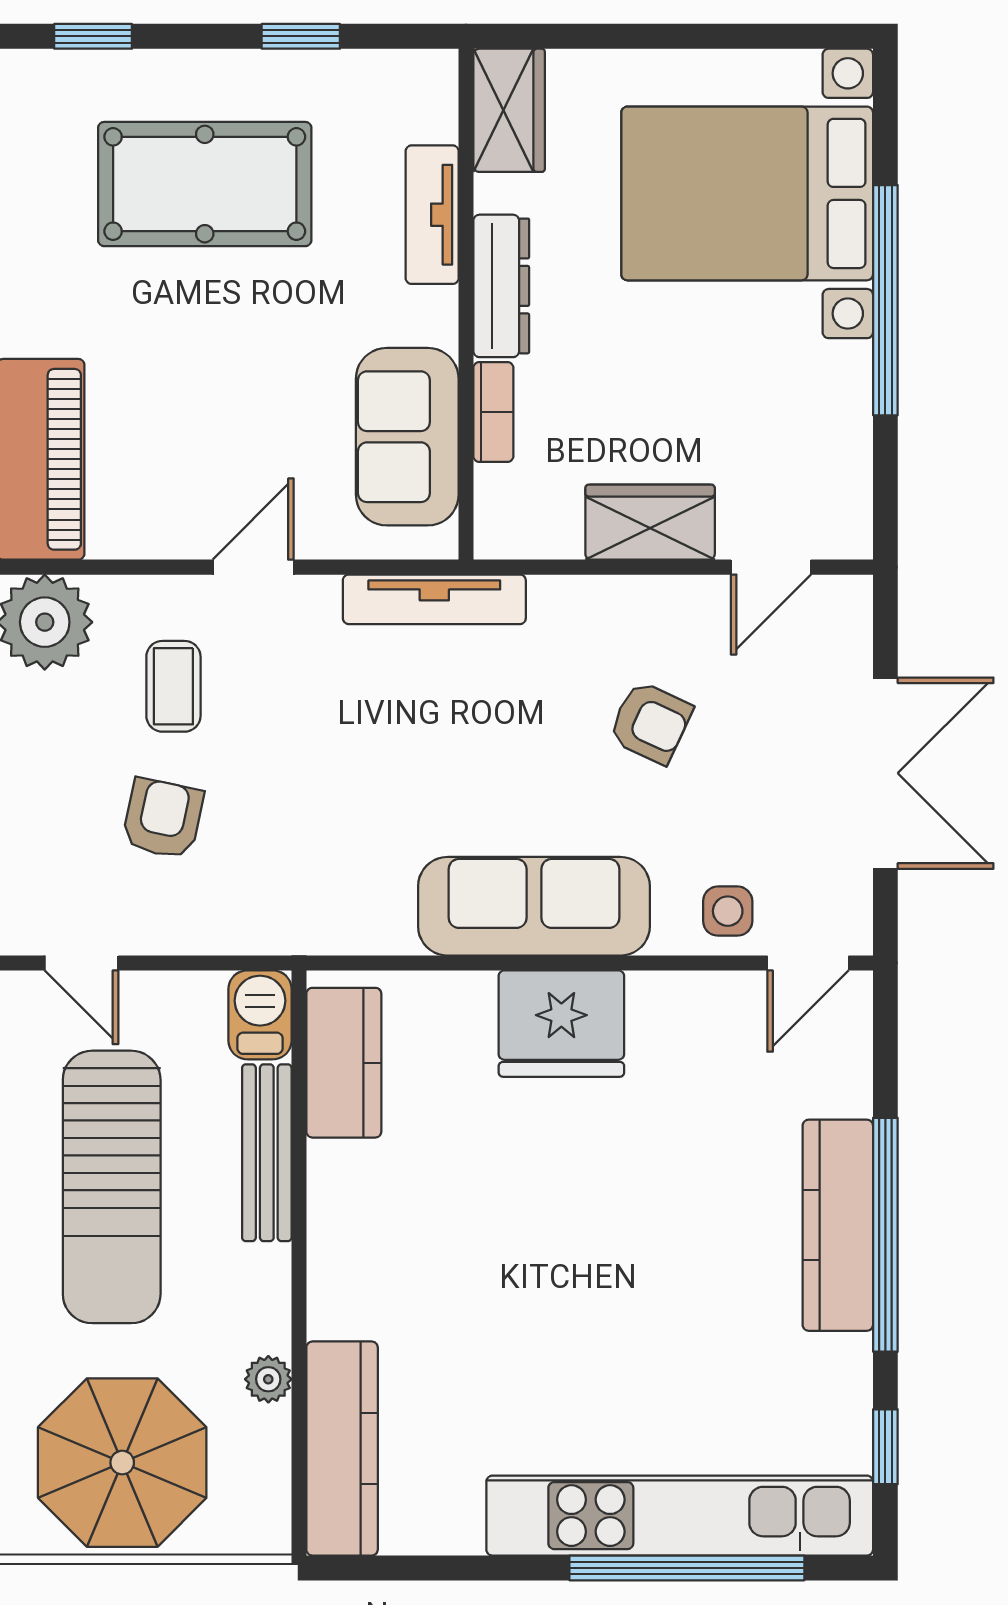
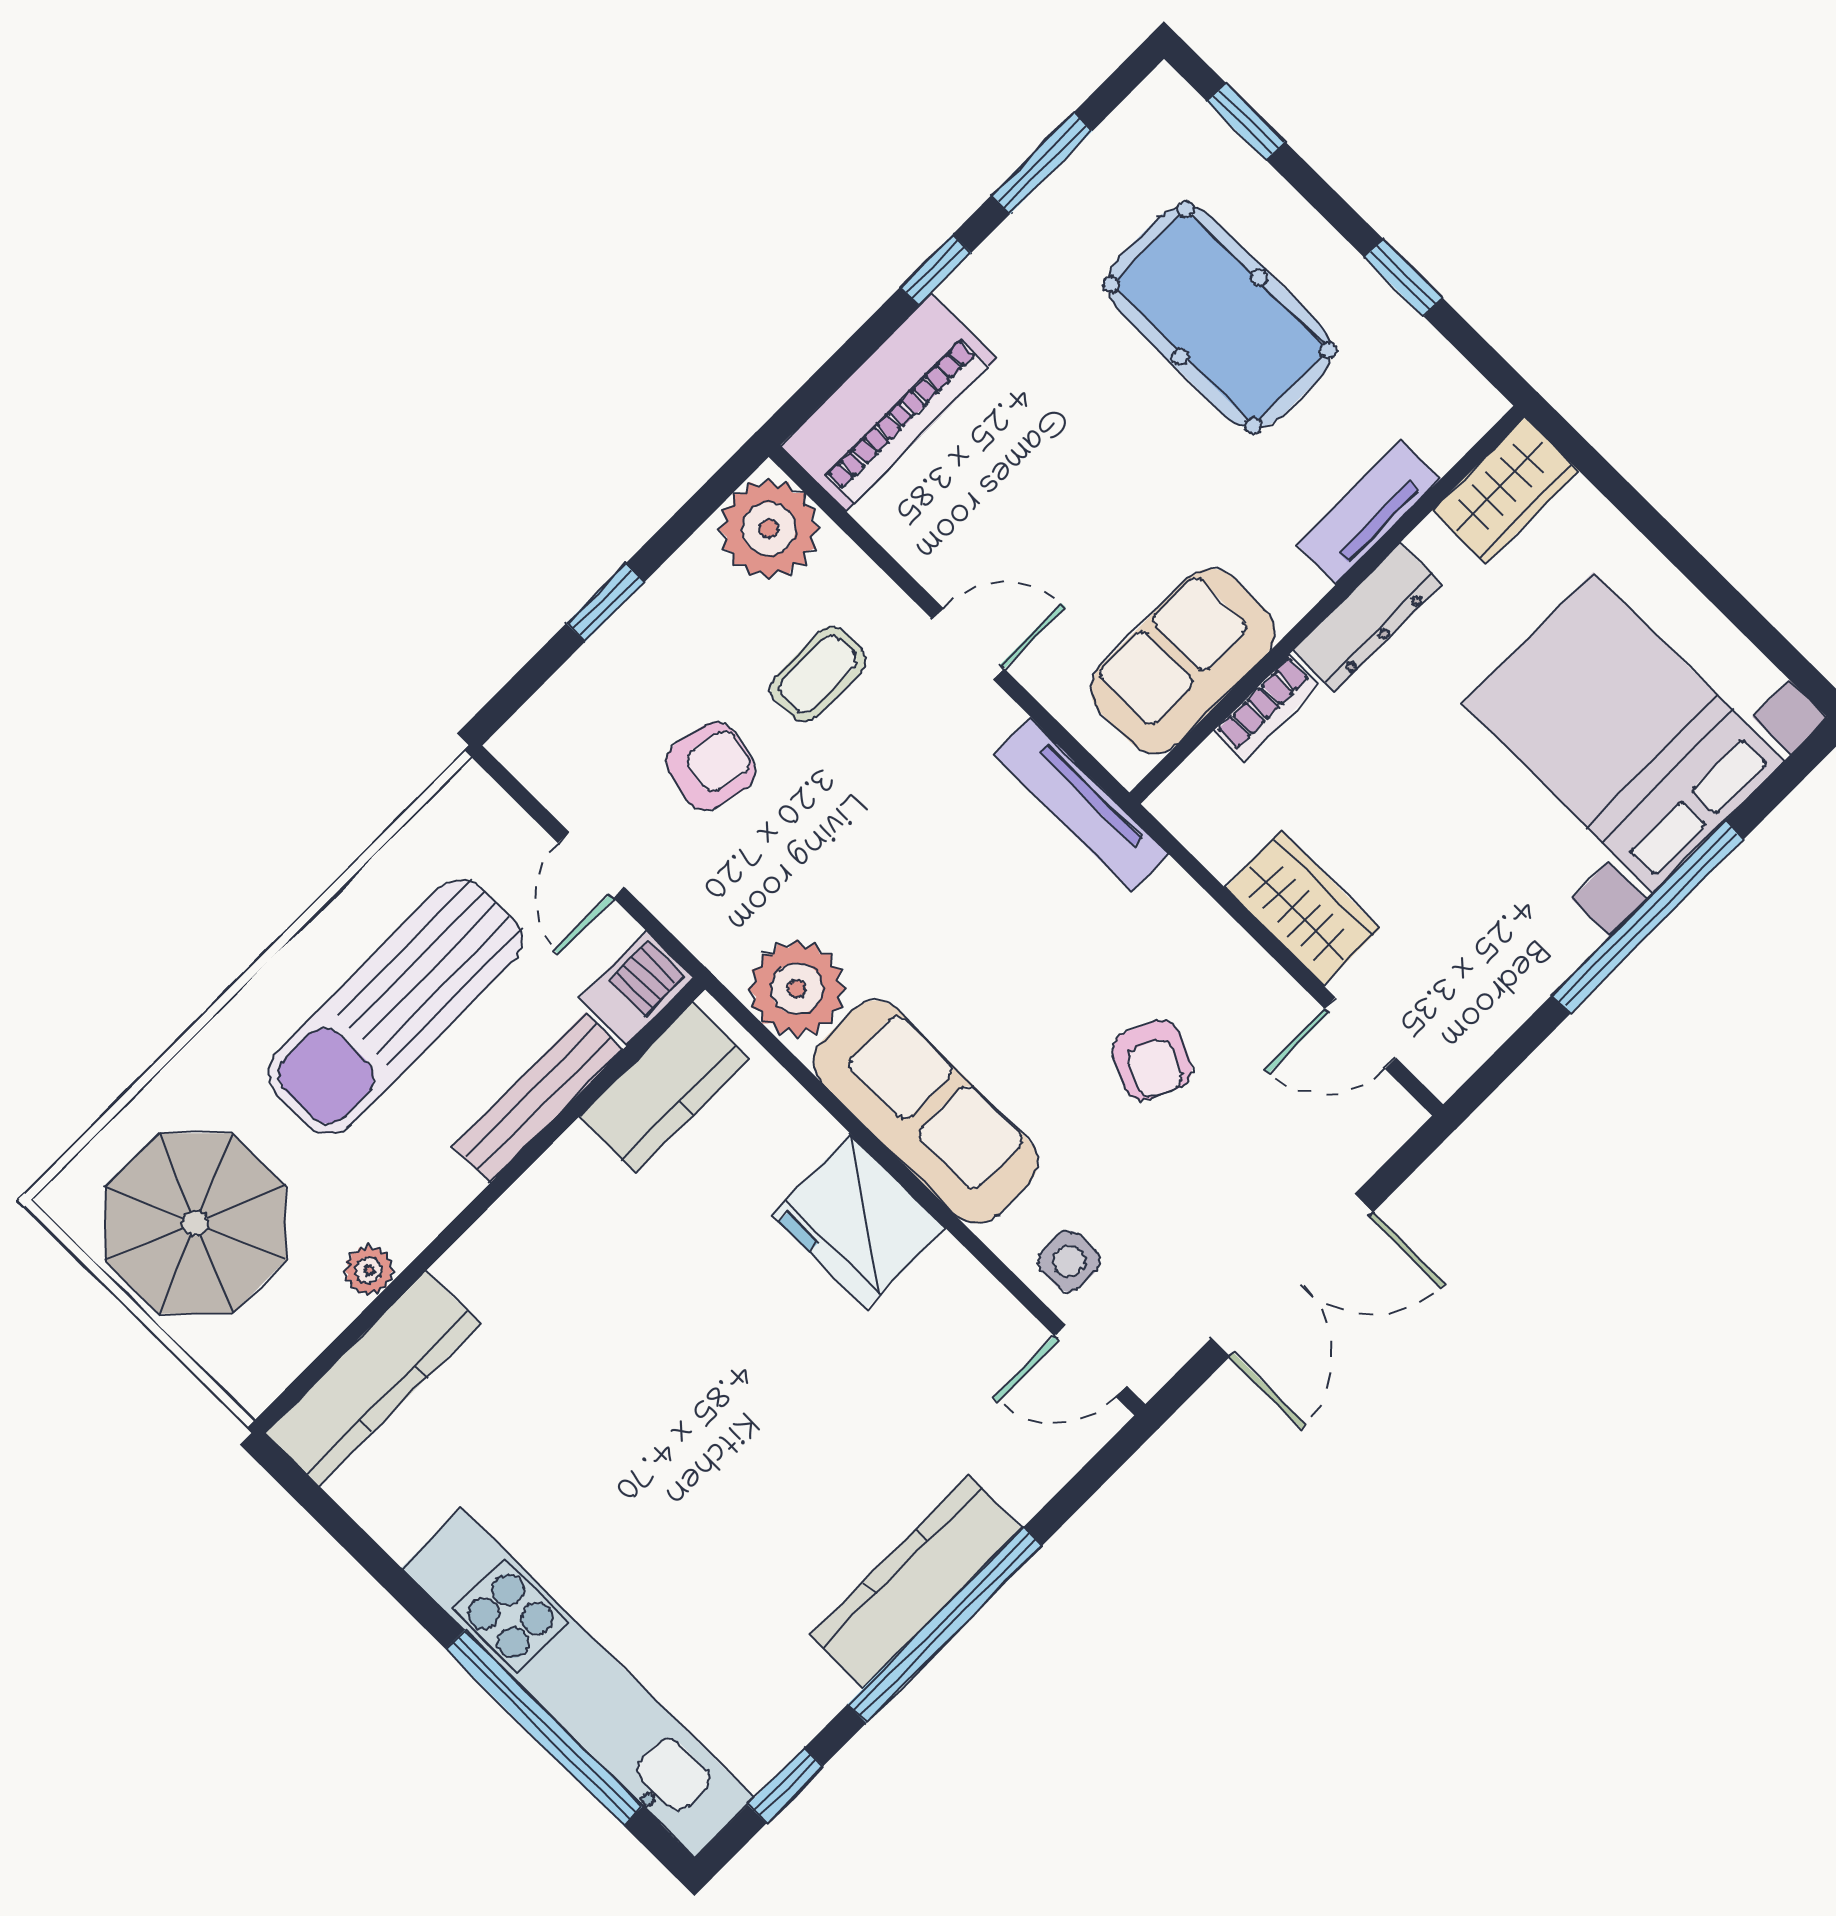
plant: (367, 909) -> (797, 989), added
door: (81, 963) -> (591, 865), moved

